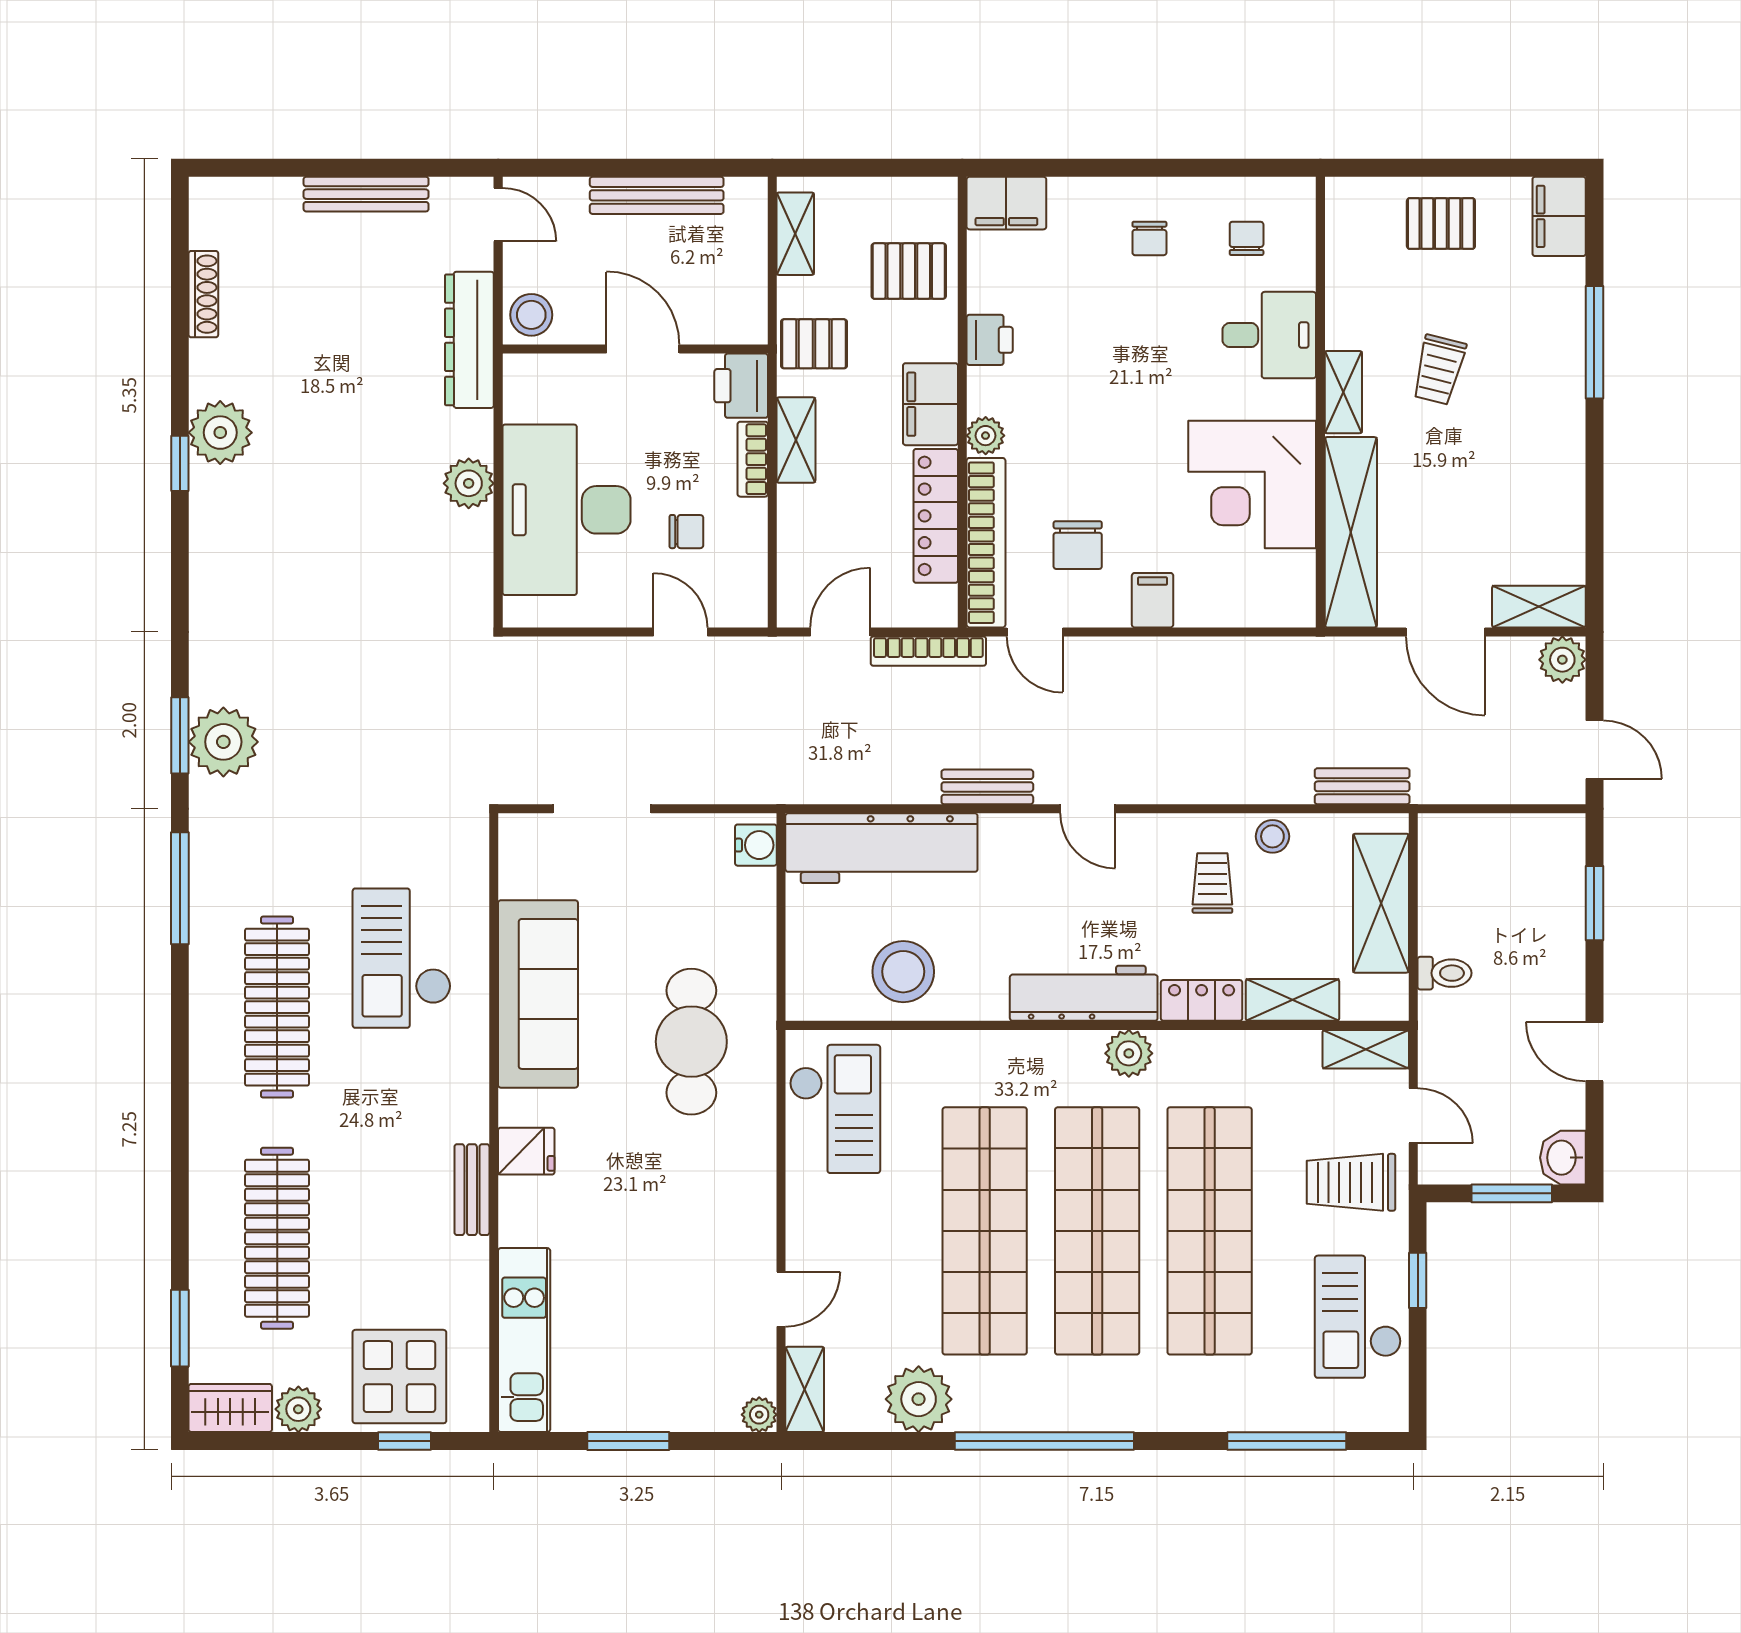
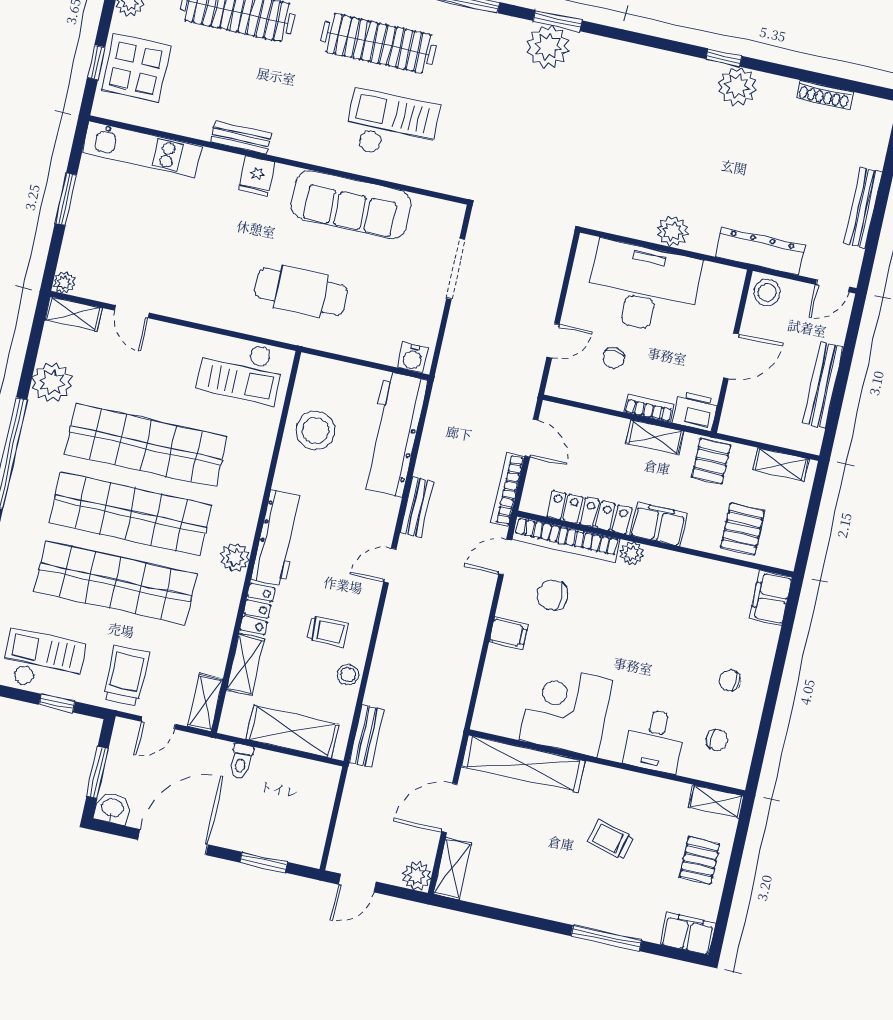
printer: (990, 340) -> (690, 569), removed
shelving: (1343, 392) -> (716, 802), moved
door: (1594, 1052) -> (173, 842), width x1.88

